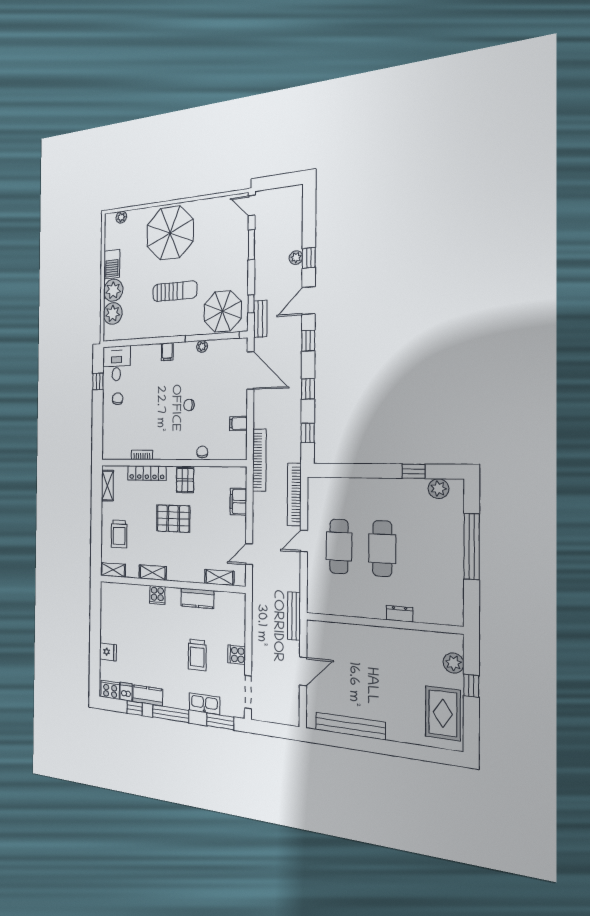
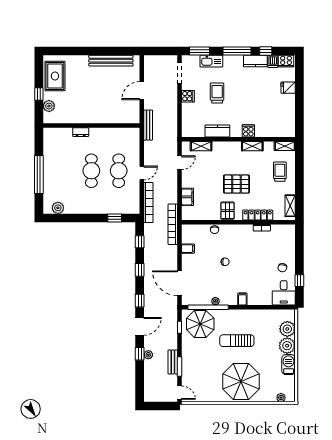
bench: (260, 319) -> (173, 362), moved
window: (414, 471) -> (115, 218), moved

